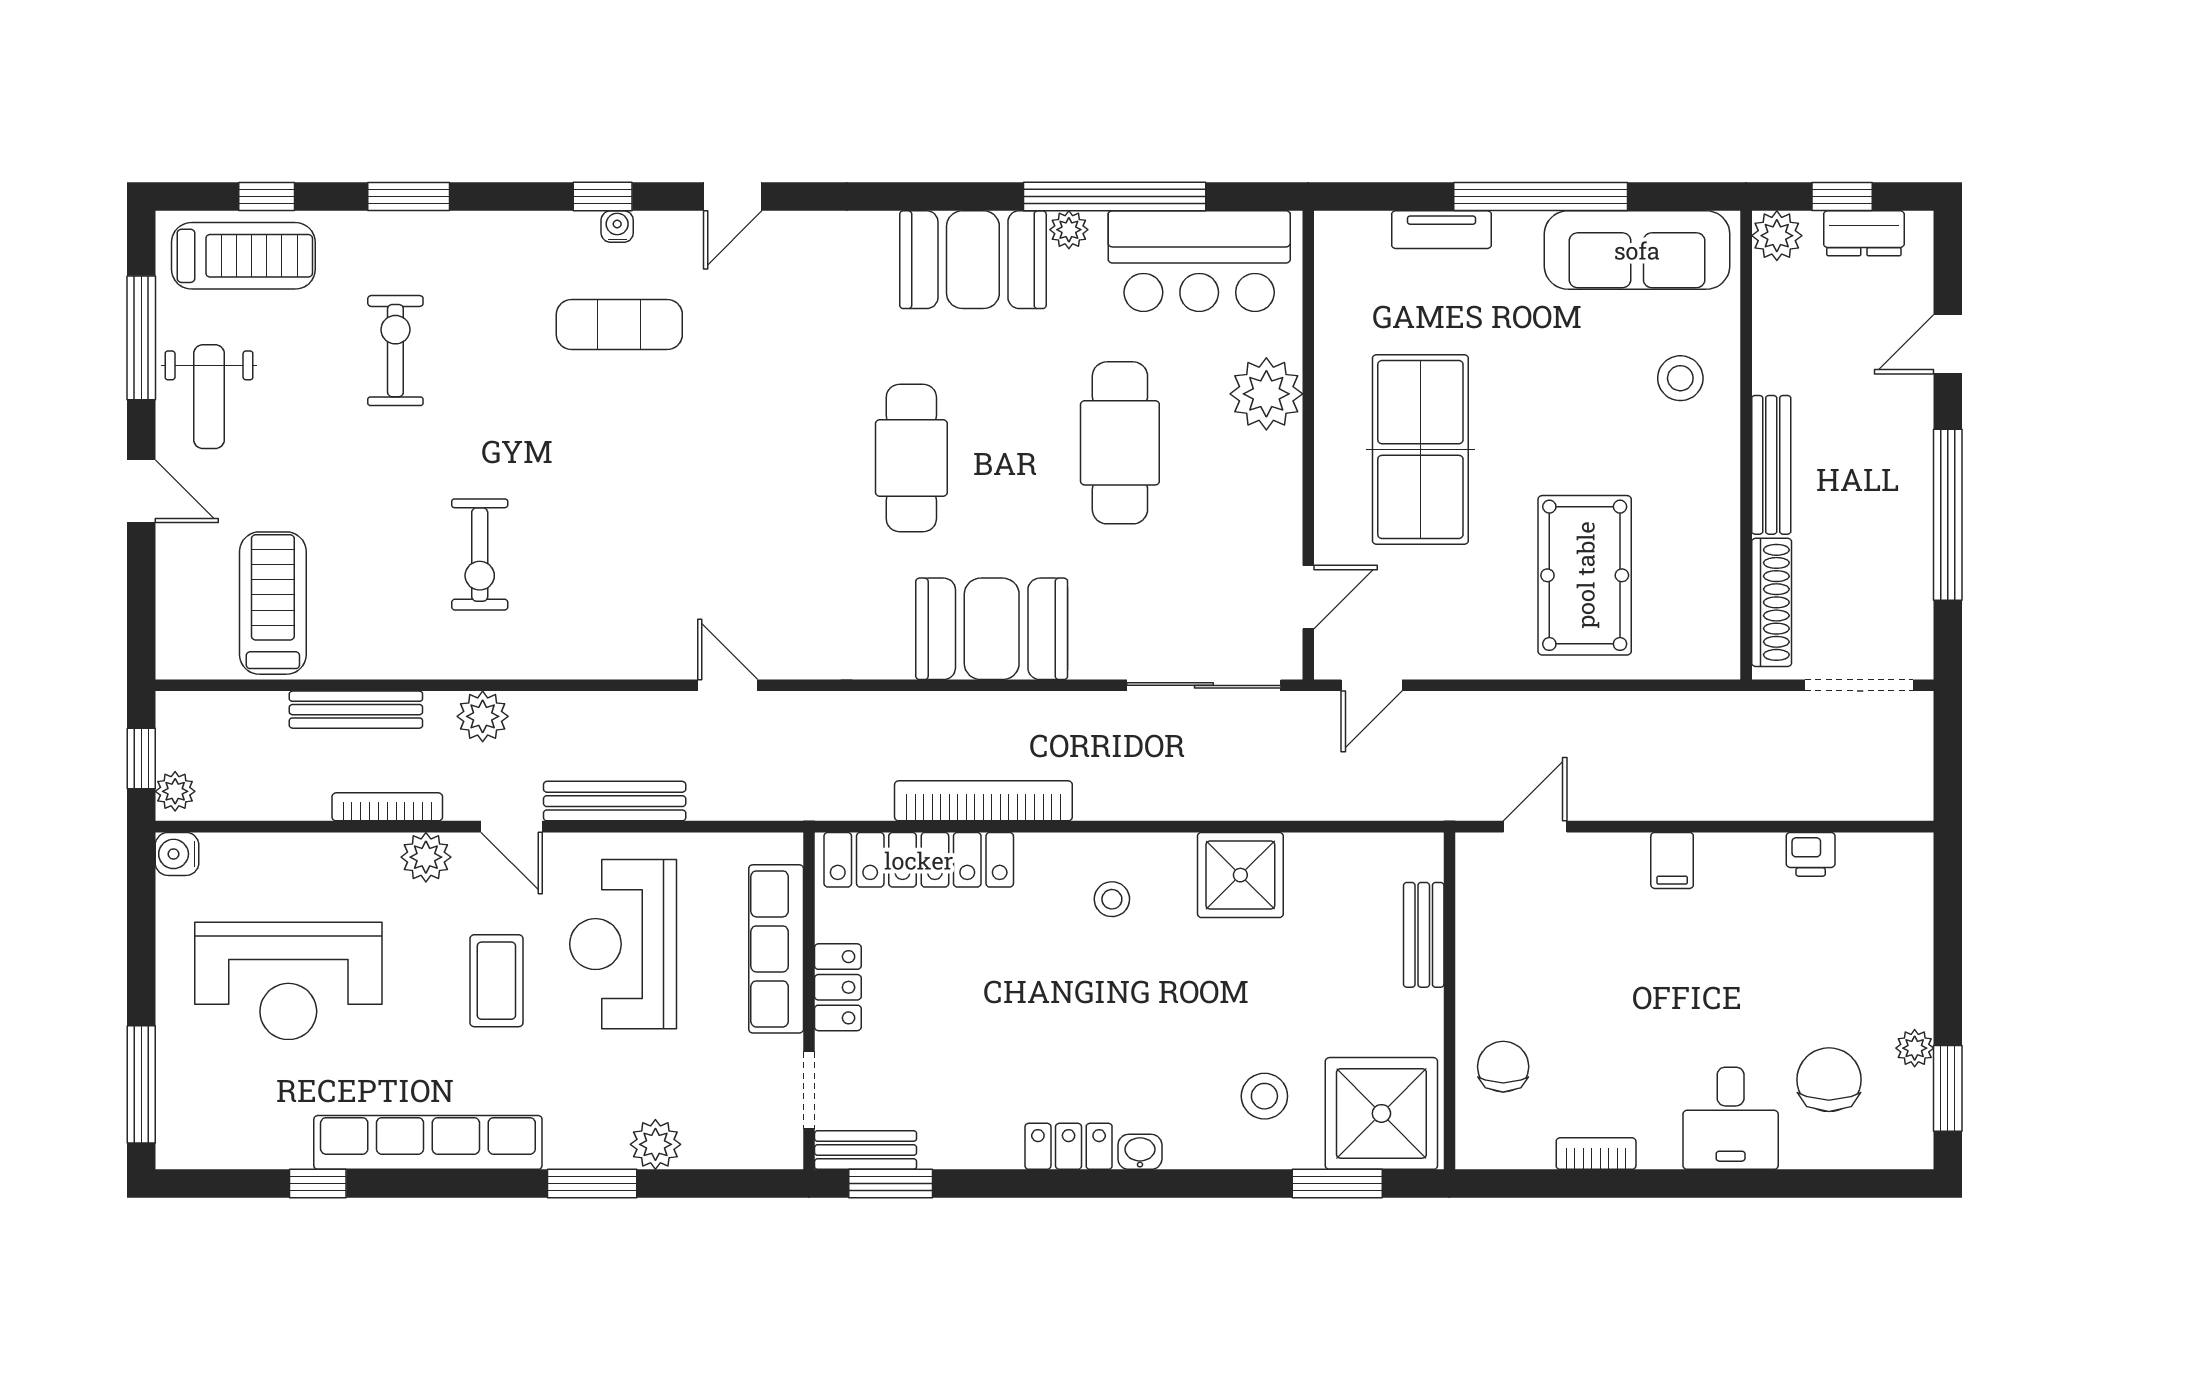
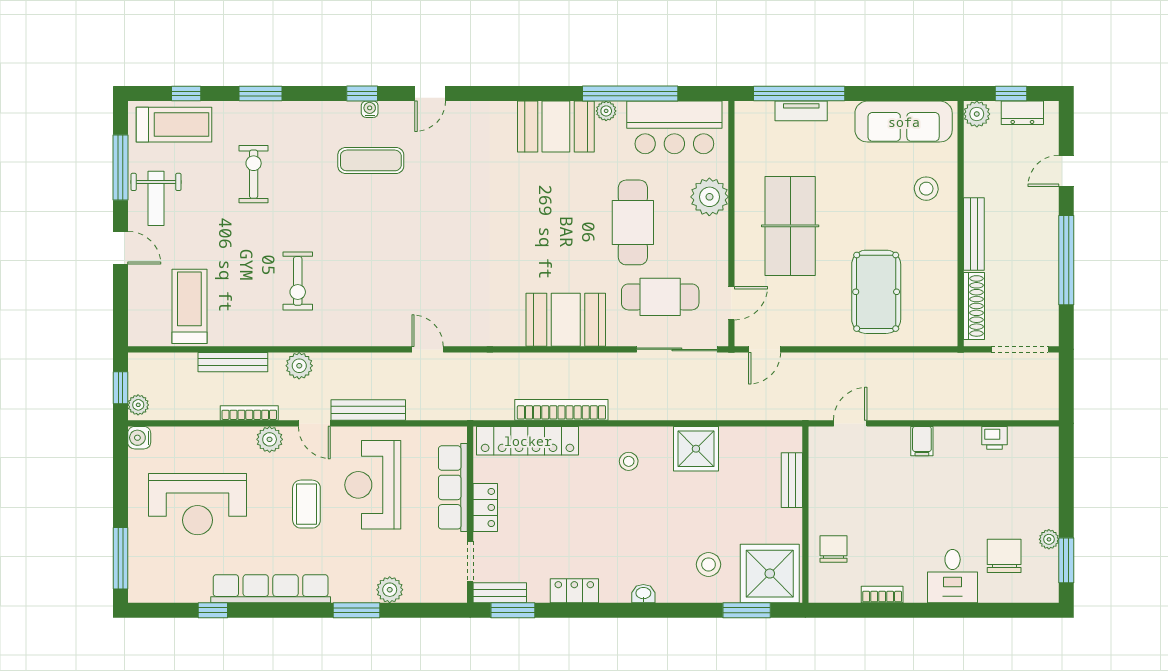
window: (1541, 197) -> (799, 94), moved
cafe table: (911, 458) -> (660, 297), moved, turned 90
locker: (1069, 1146) -> (574, 591), moved

